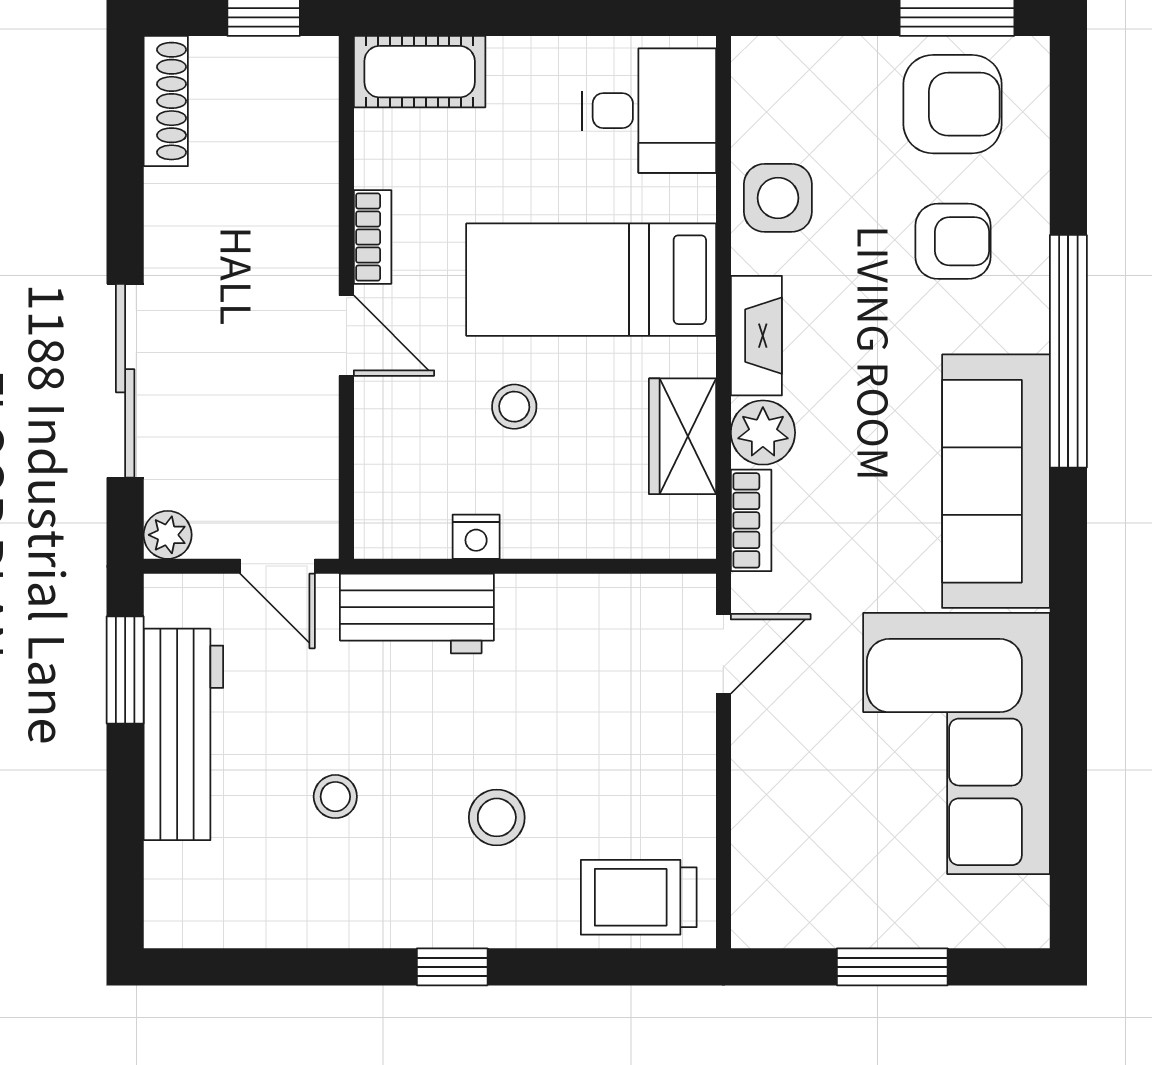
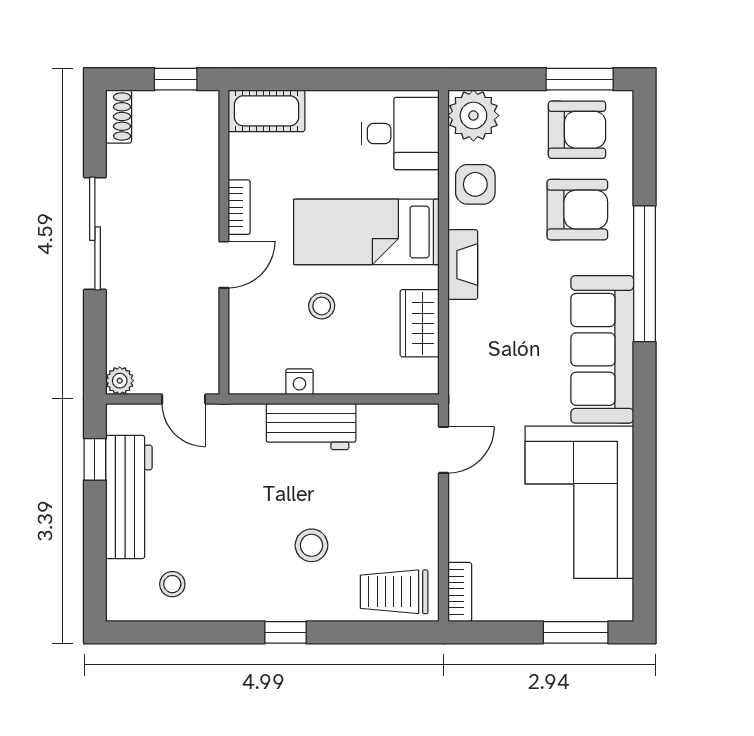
shoe rack: (166, 101) -> (119, 117), width x0.70
armchair: (953, 241) -> (577, 210), width x1.38, depth x1.38
door: (346, 336) -> (224, 265), hinge flipped
sliding door: (125, 381) -> (95, 234), moved
plant: (763, 433) -> (473, 116), moved, width x1.36, depth x1.36
bookcase: (751, 520) -> (460, 592), moved
workbench: (417, 613) -> (311, 426), moved
window: (125, 670) -> (95, 459), width x0.67
stool: (335, 797) -> (172, 584), moved
window: (892, 967) -> (576, 632), moved

